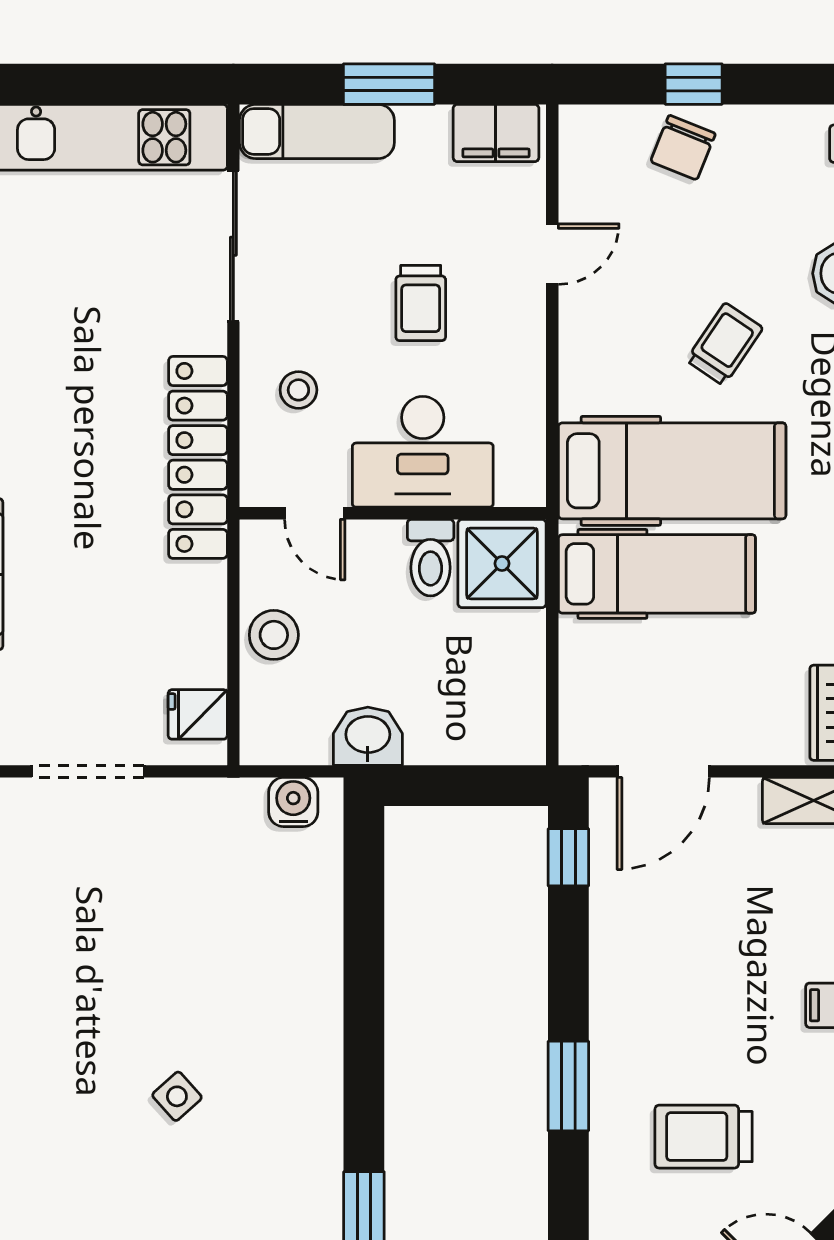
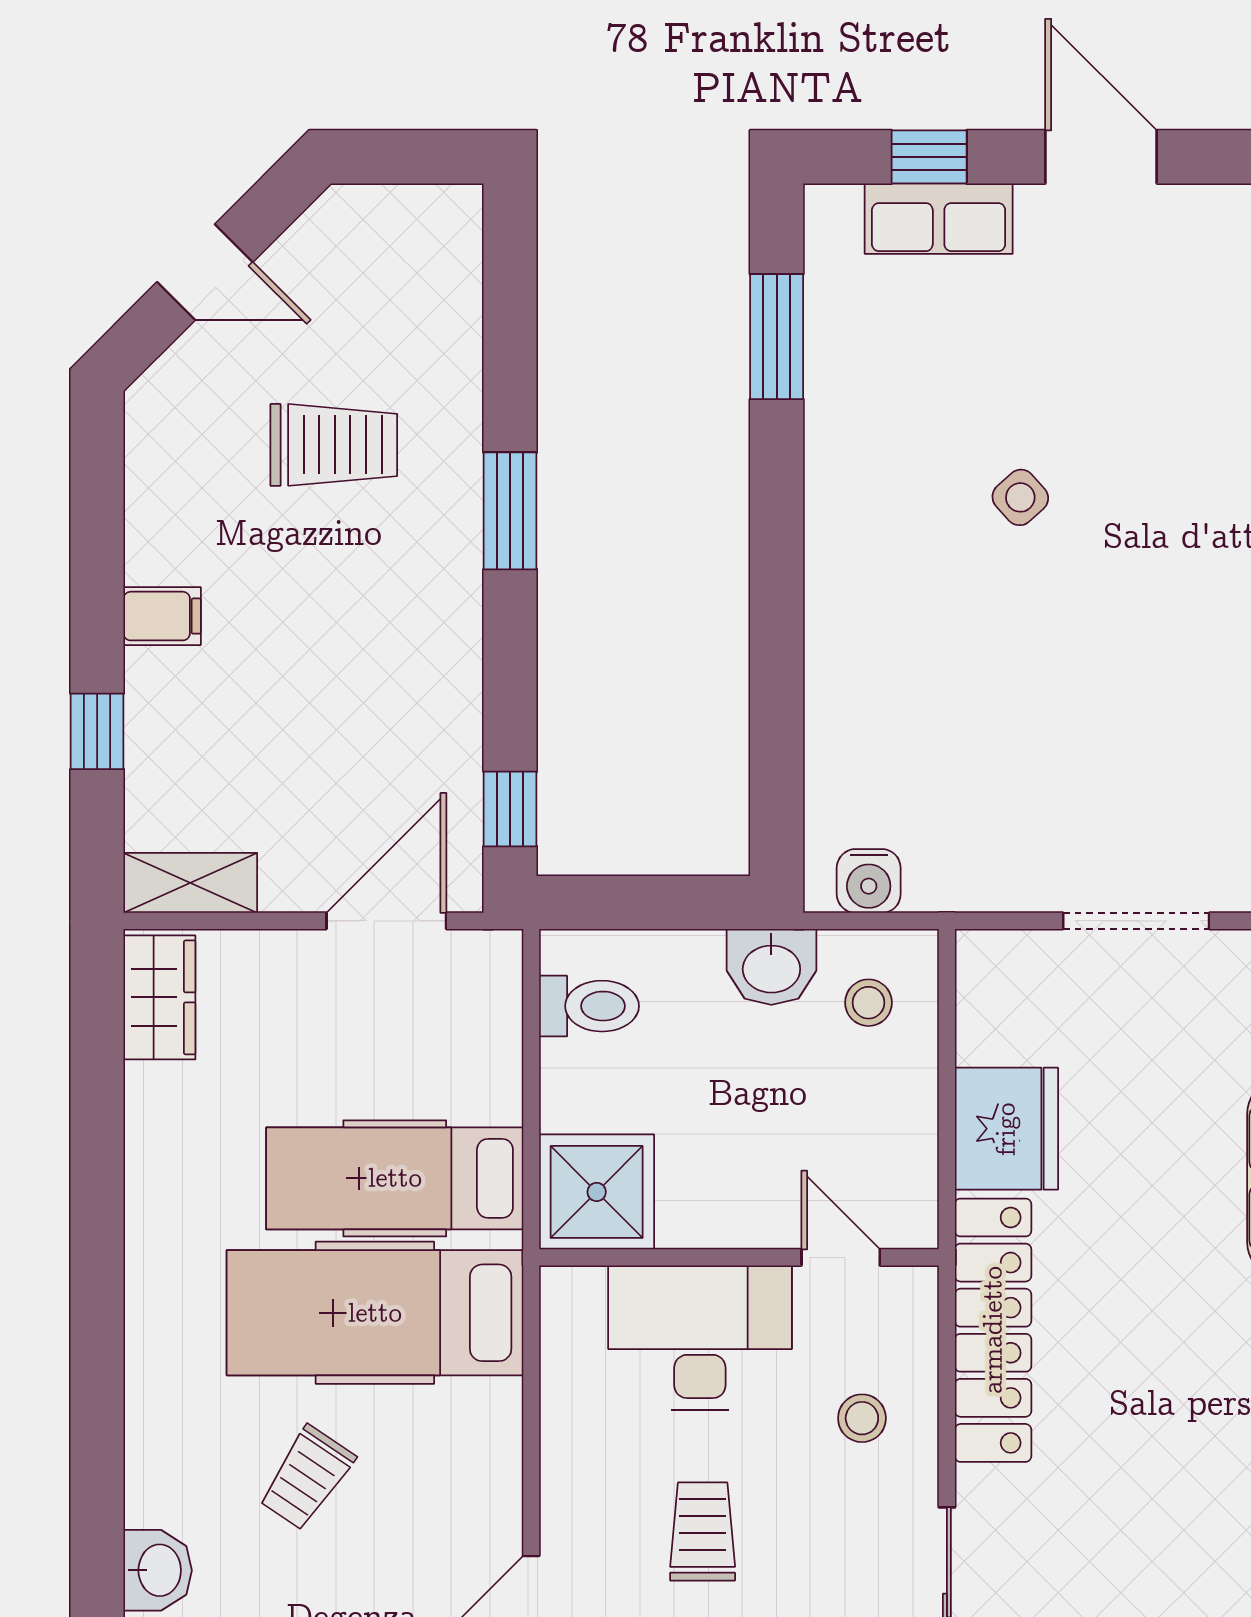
toilet: (431, 558) -> (589, 1006), moved, turned 90
stool: (274, 635) -> (868, 1003), moved, width x0.73, depth x0.73
fridge: (198, 714) -> (1006, 1129), moved, width x1.88, depth x1.34

